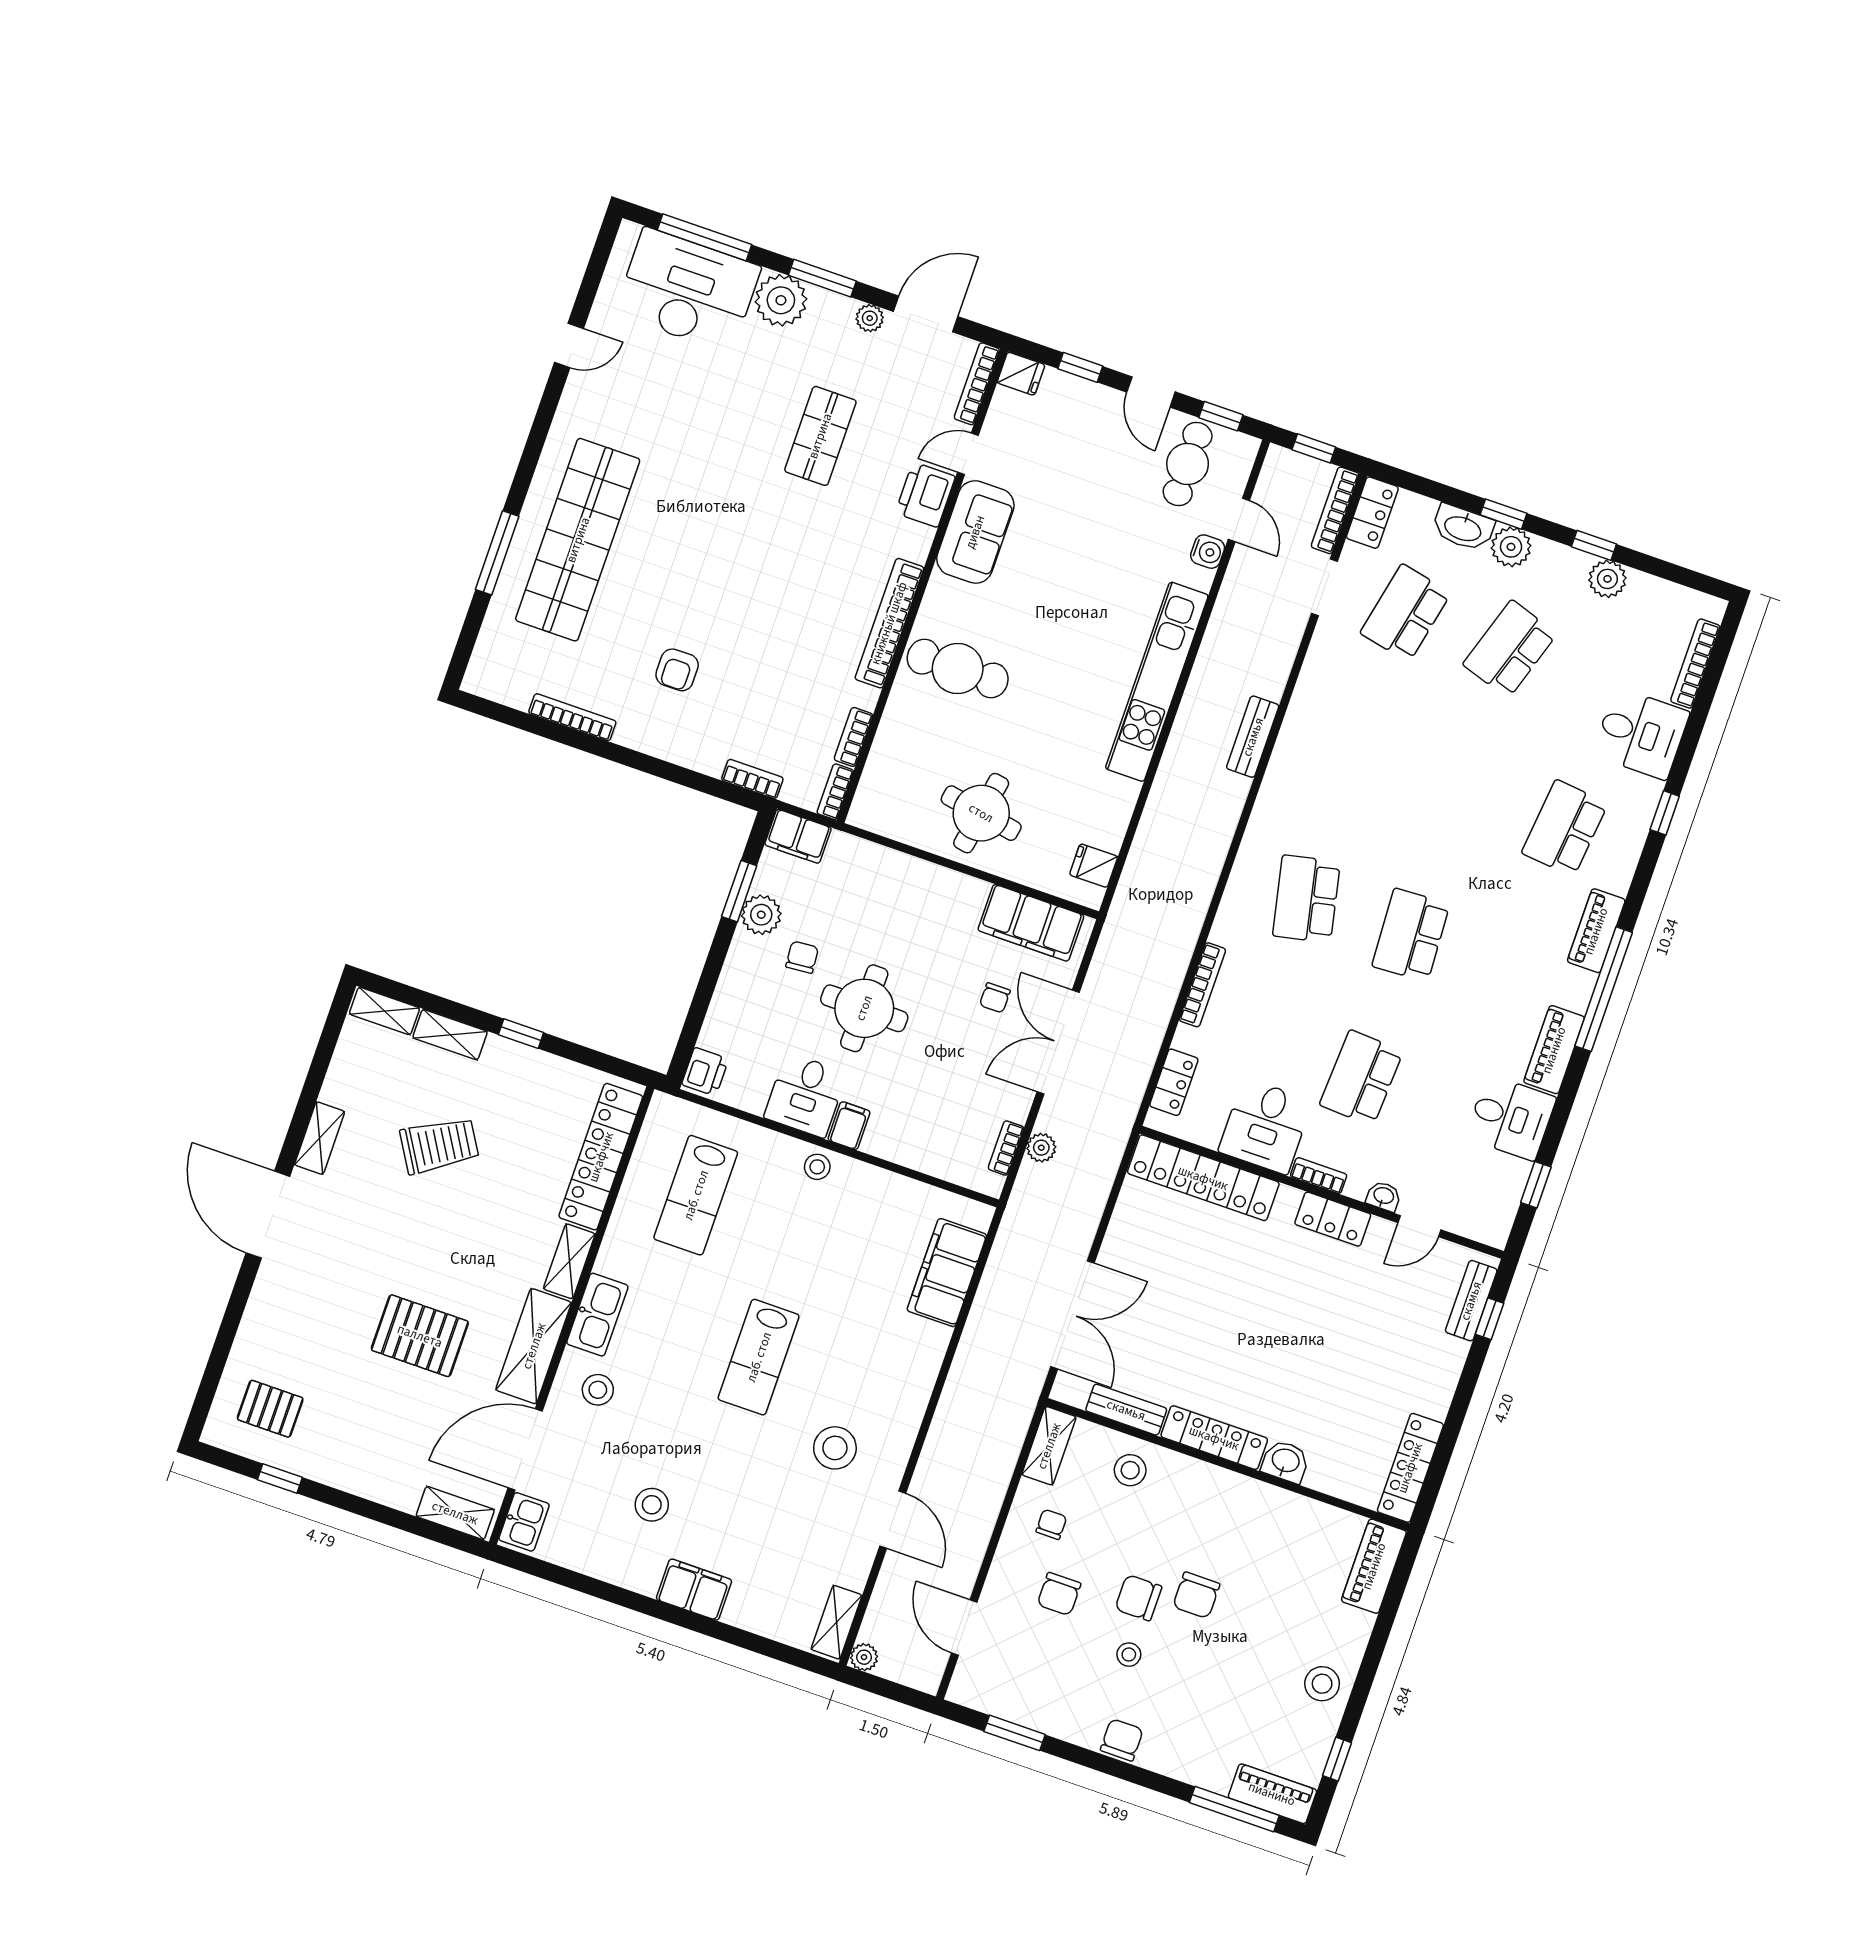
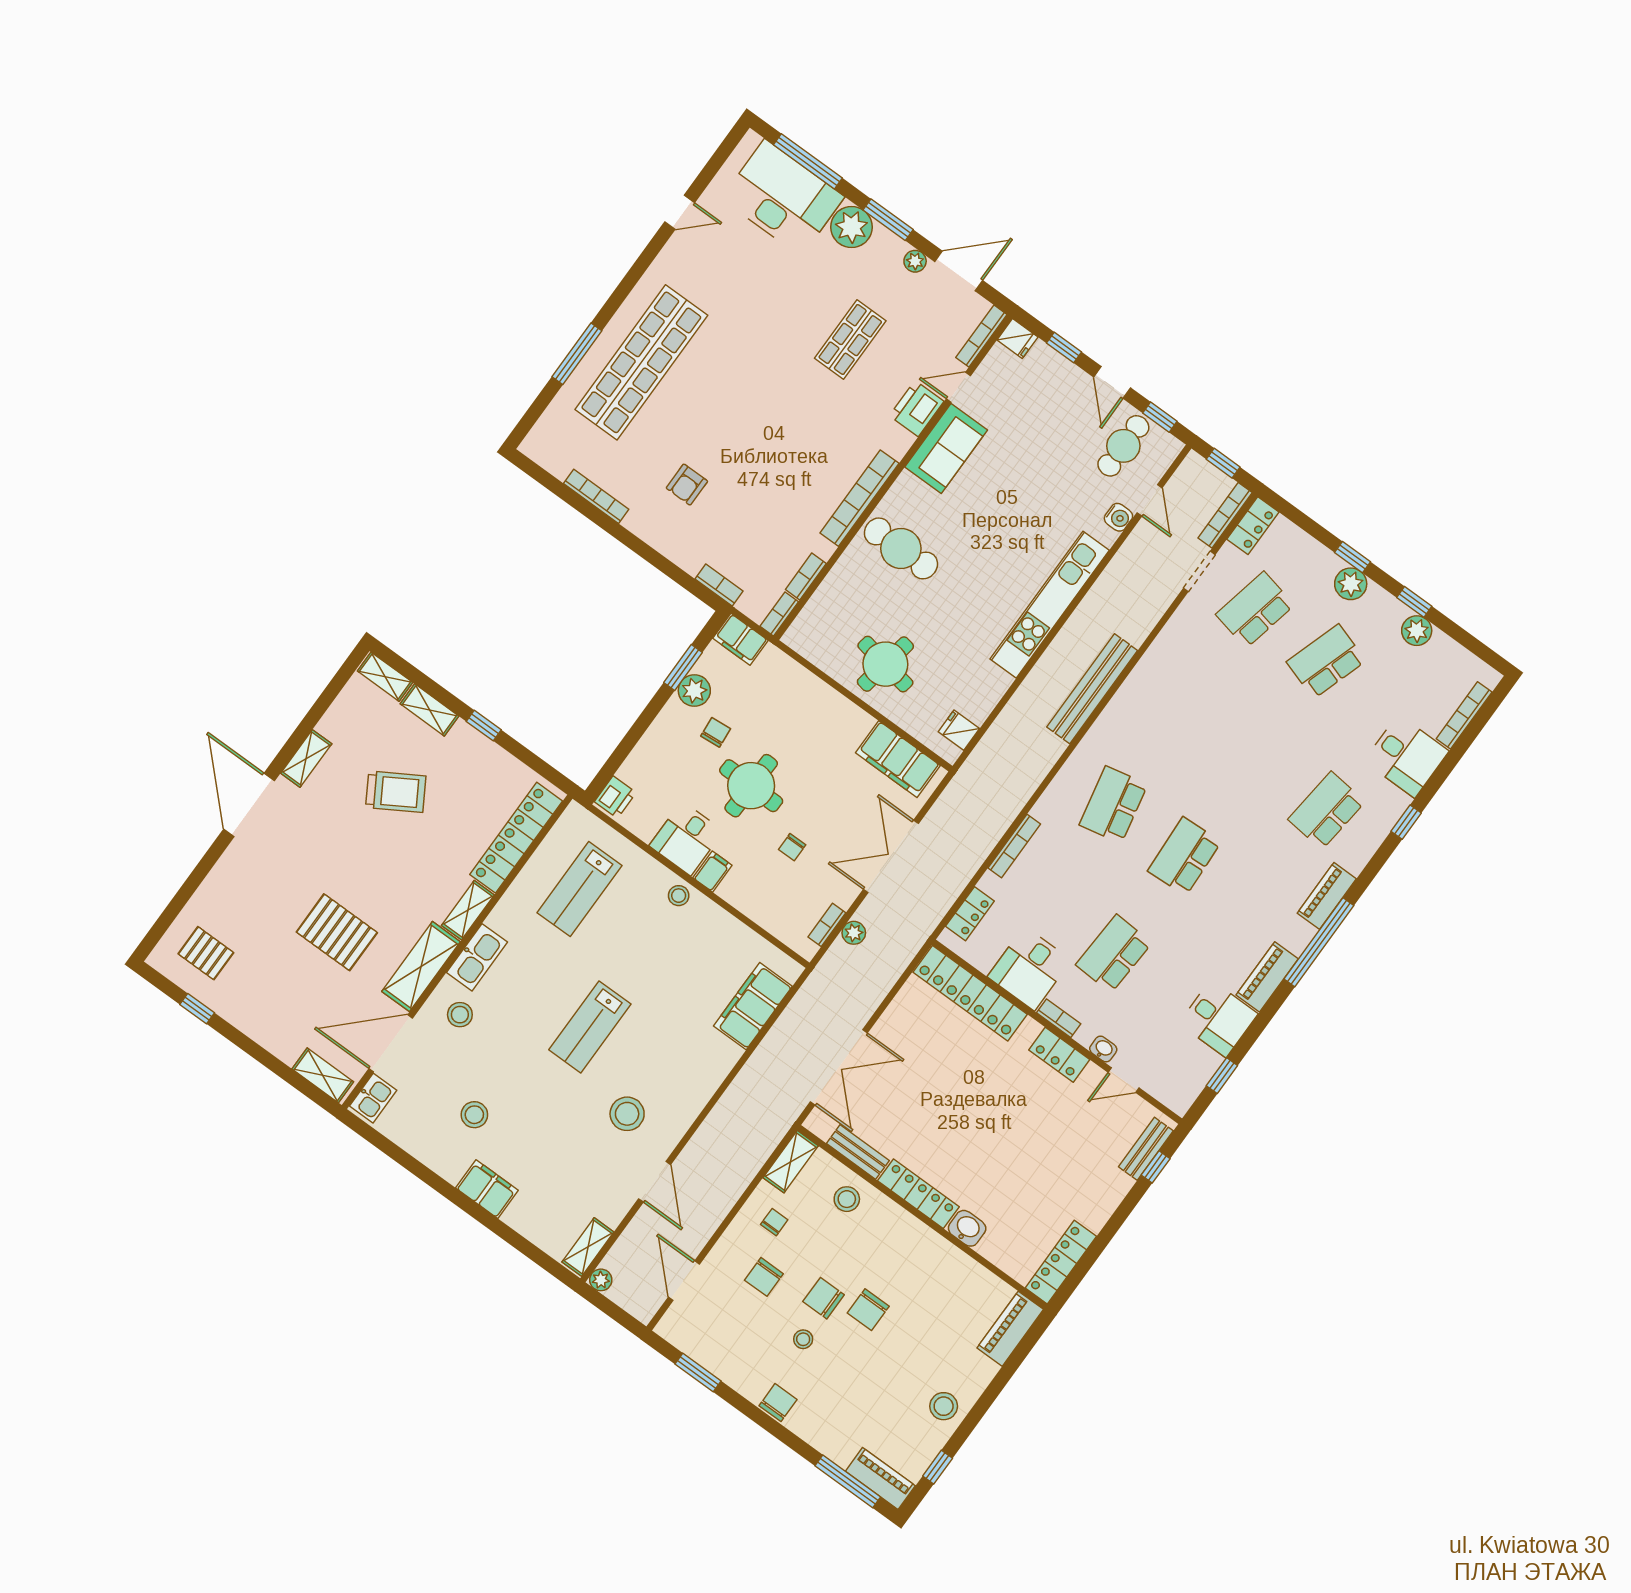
washbasin: (1463, 528) -> (1319, 558), removed
bench: (1253, 737) -> (1092, 689), width x1.86, depth x1.21
chair: (995, 998) -> (792, 847), moved

